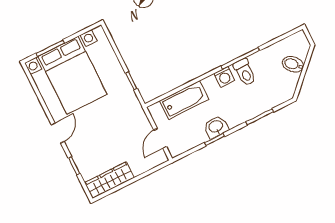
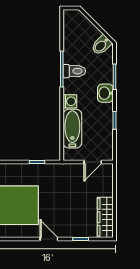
bidet: (293, 64) -> (101, 45), moved
washing machine: (224, 77) -> (70, 101), moved
washbasin: (216, 127) -> (105, 93), moved
door: (160, 138) -> (93, 162), hinge flipped

